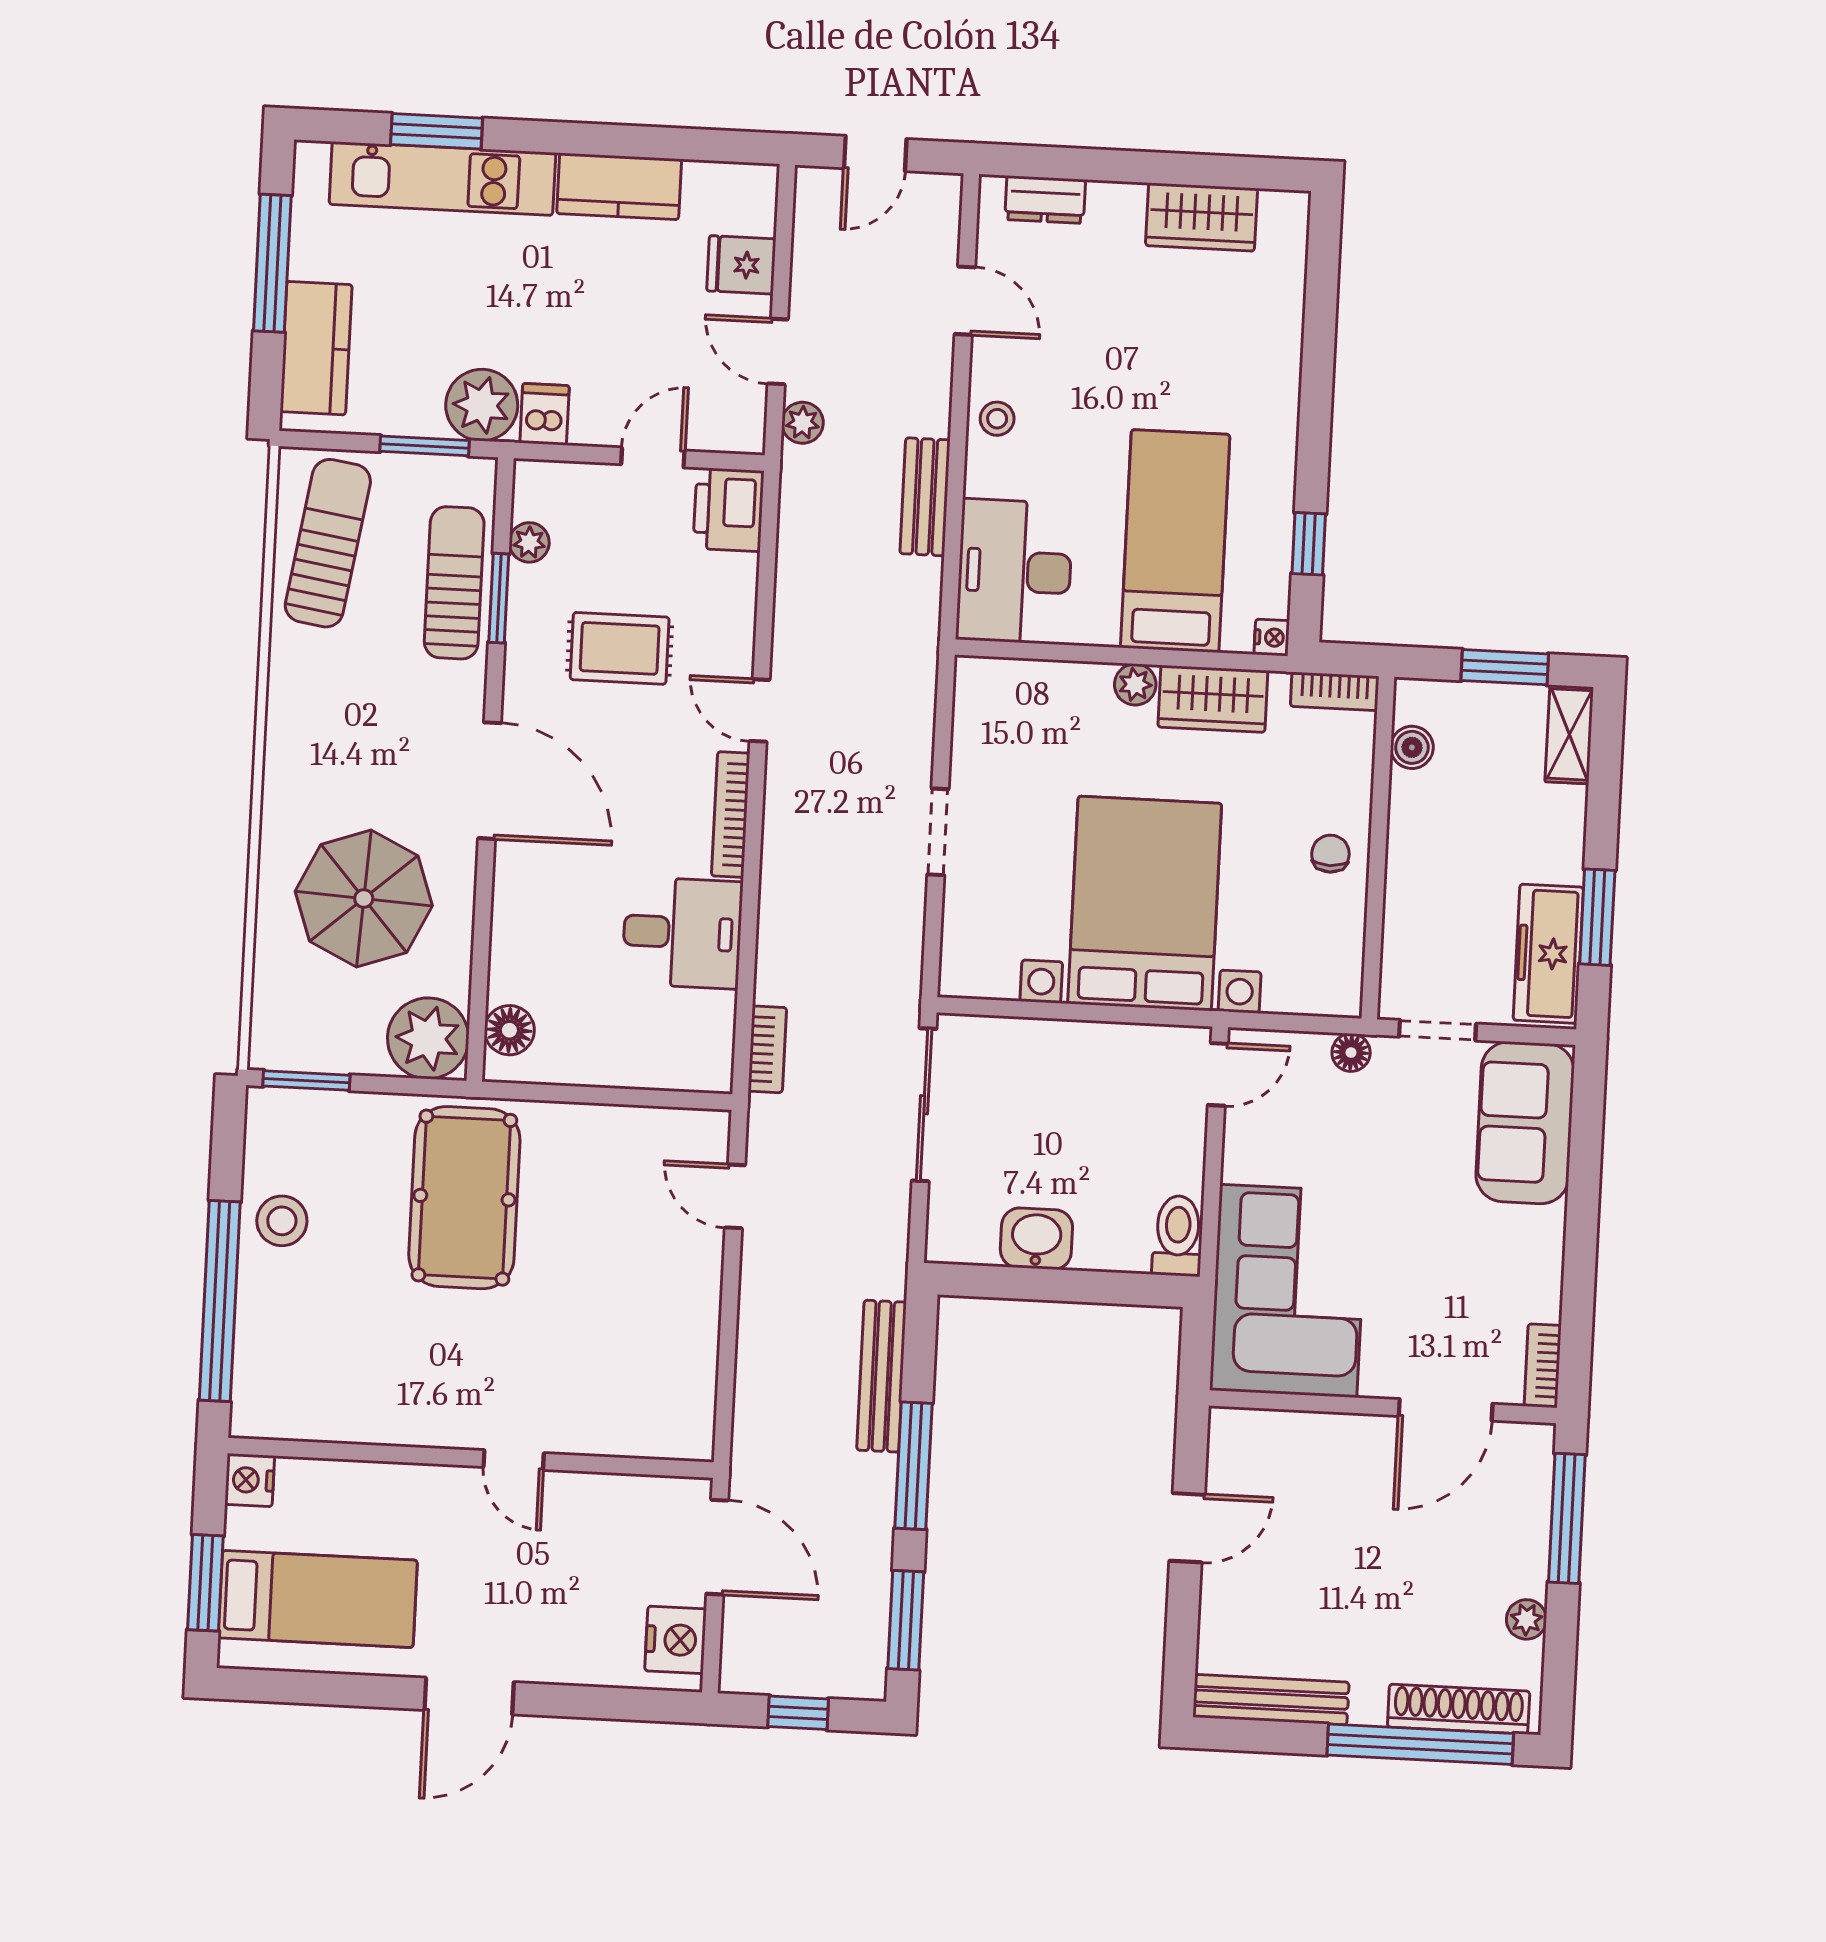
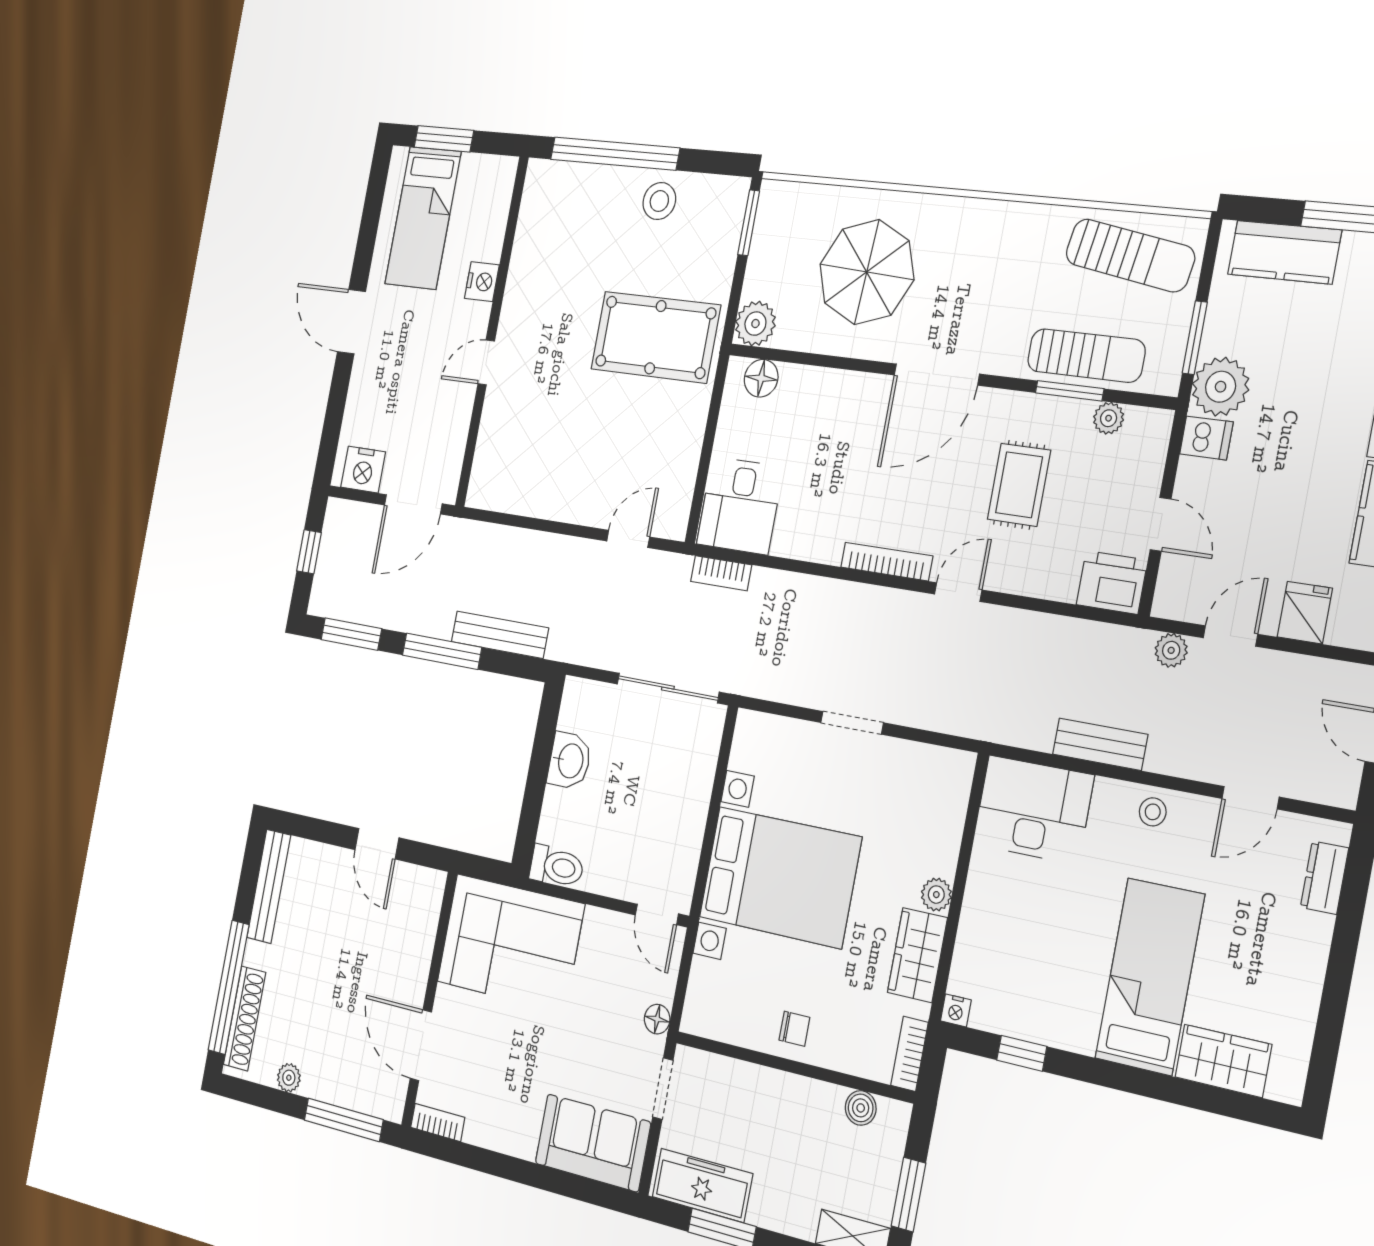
wardrobe: (1201, 217) -> (1223, 1061), moved, turned 90
bed: (1175, 541) -> (1150, 977), moved, turned -90
desk: (682, 933) -> (740, 506), moved
plant: (428, 1038) -> (755, 324), width x0.73, depth x0.73
nightstand: (250, 1480) -> (482, 282), moved, turned 90

